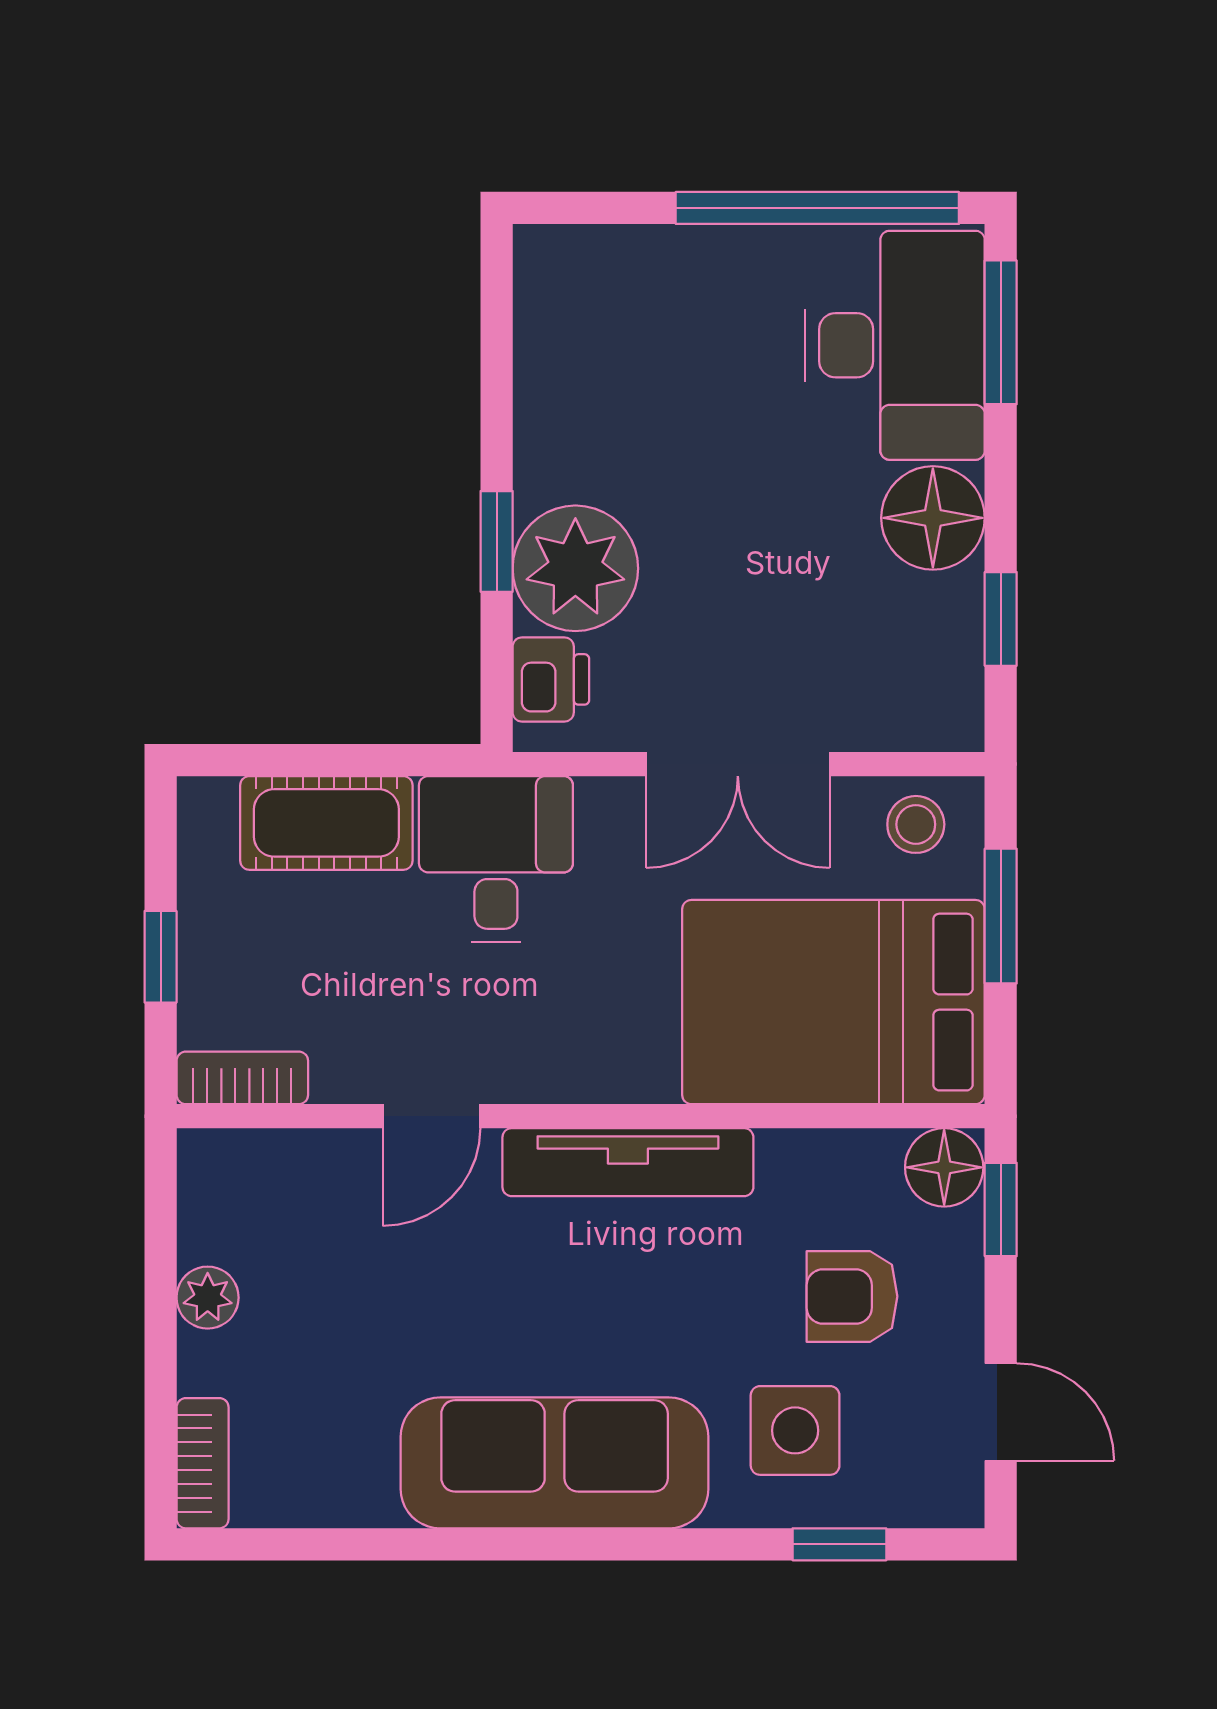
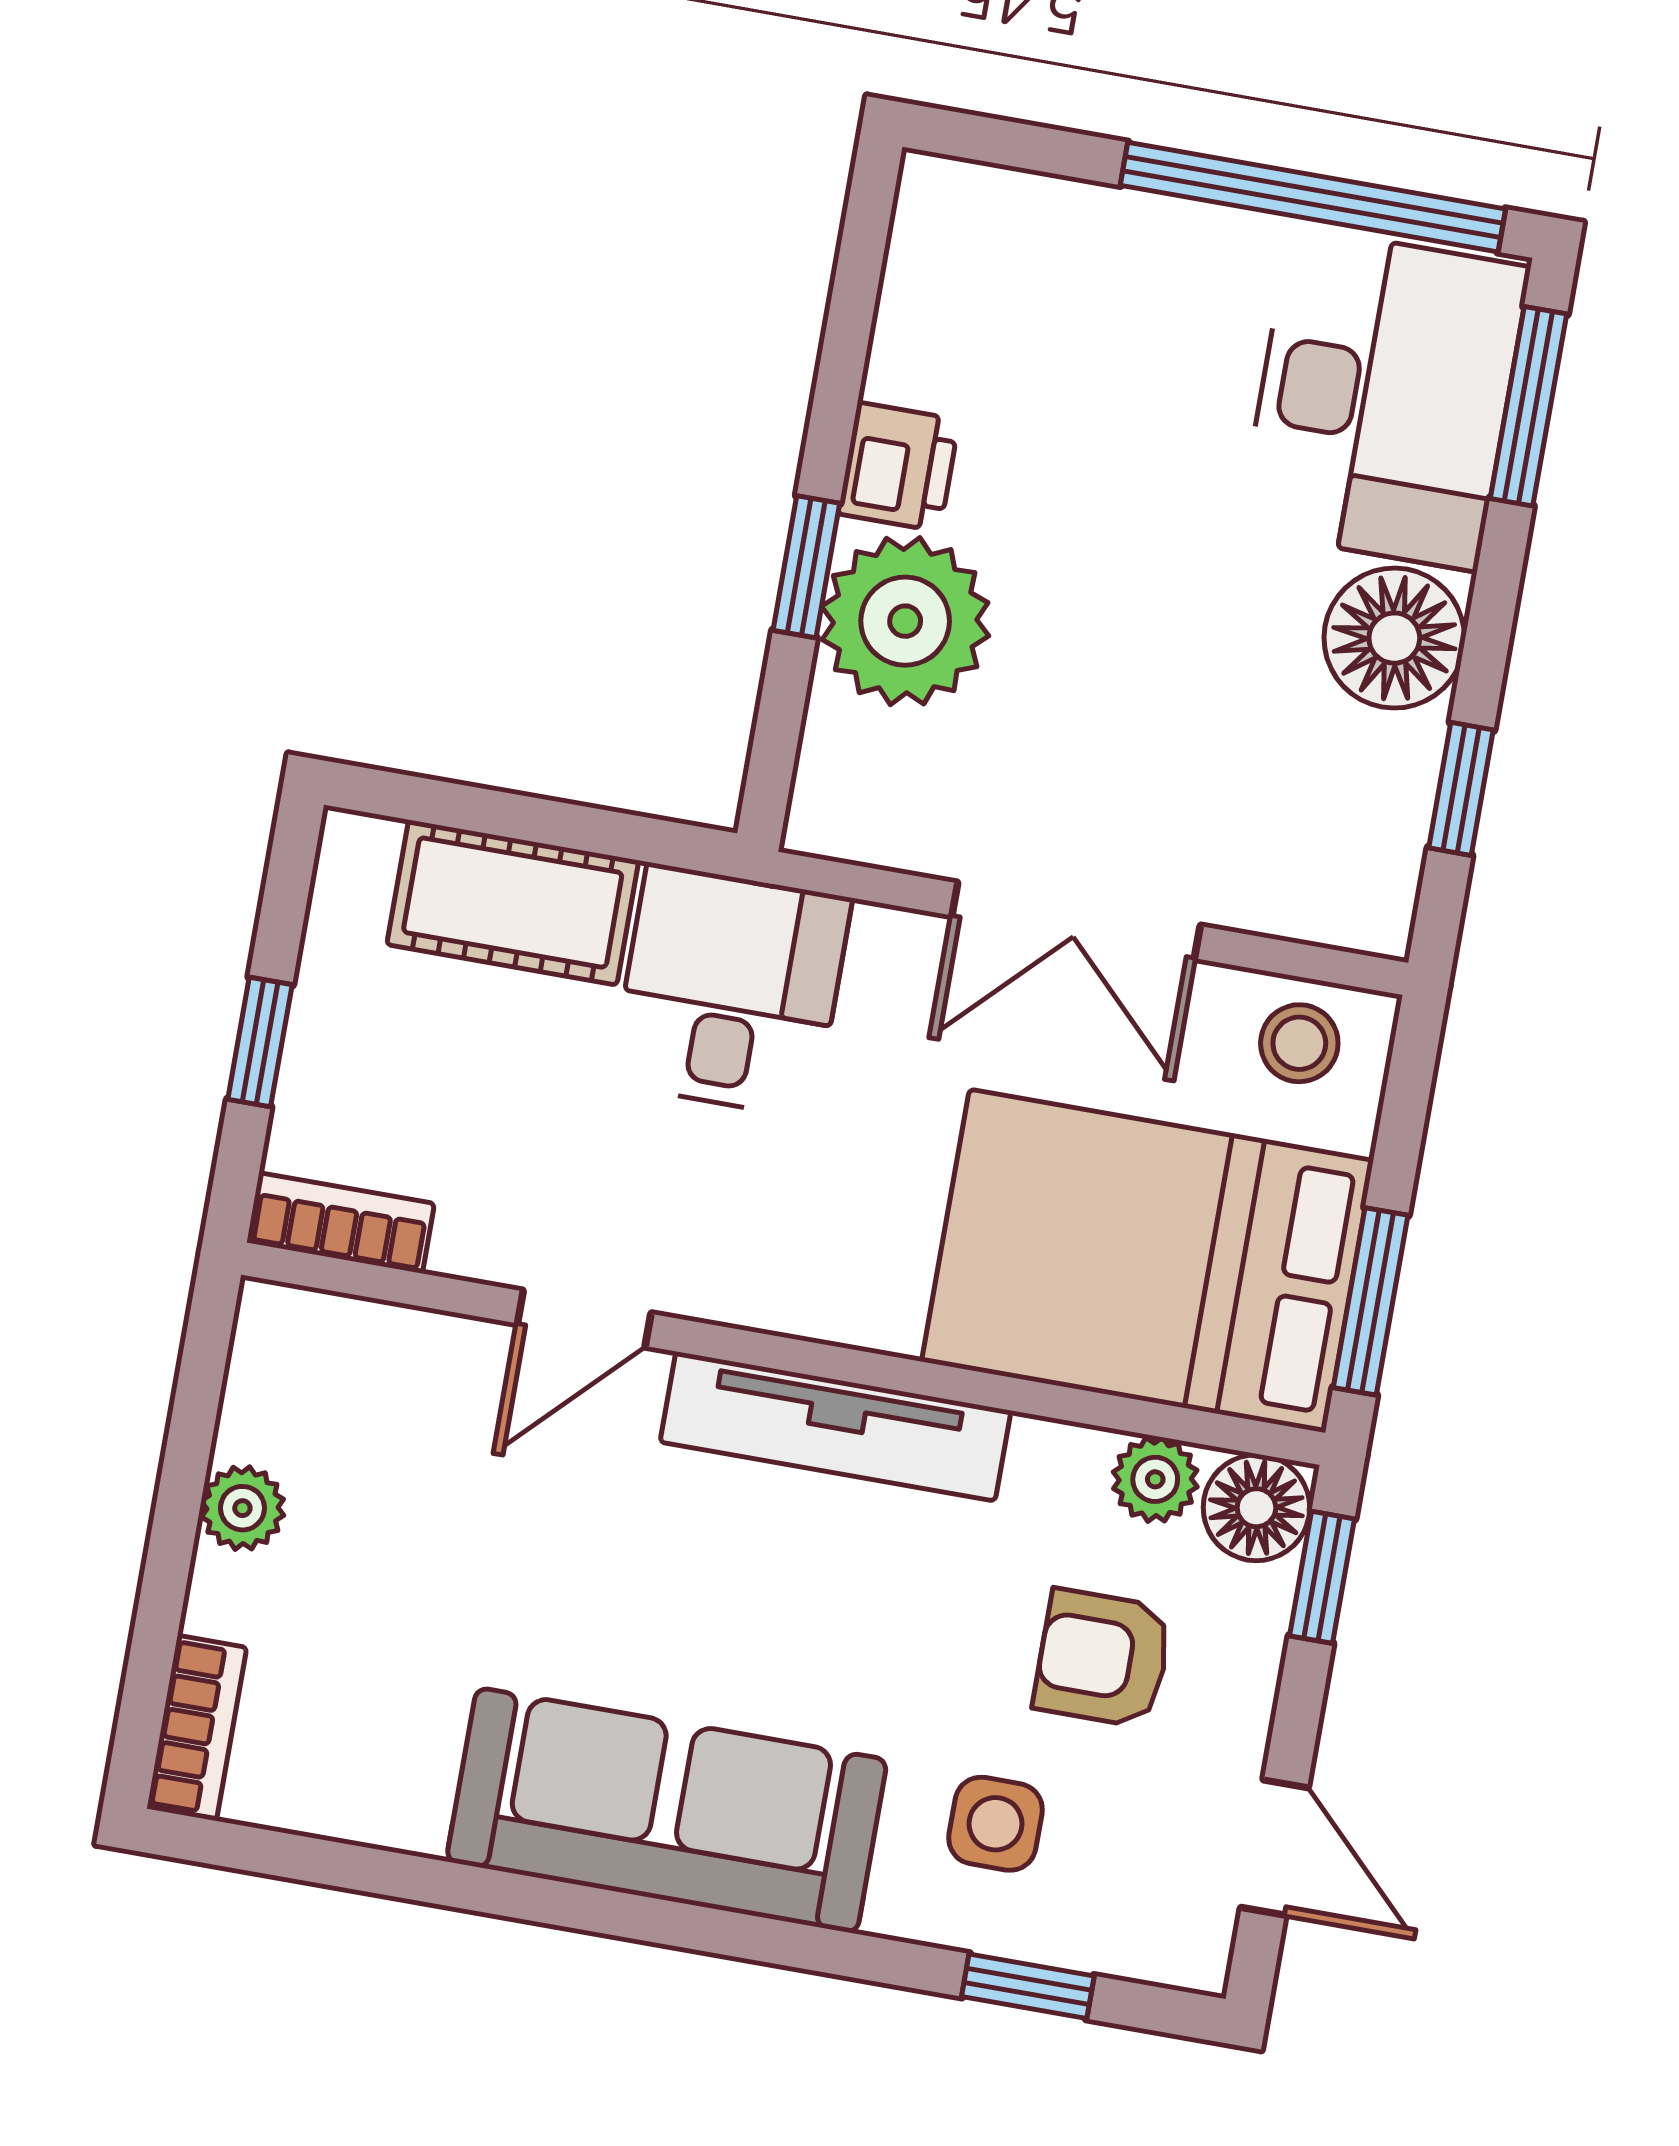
printer: (551, 679) -> (899, 467), moved
window: (1001, 916) -> (1371, 1301), moved
plant: (867, 1160) -> (1155, 1479), added
side table: (795, 1430) -> (995, 1824), width x0.73, depth x0.73

